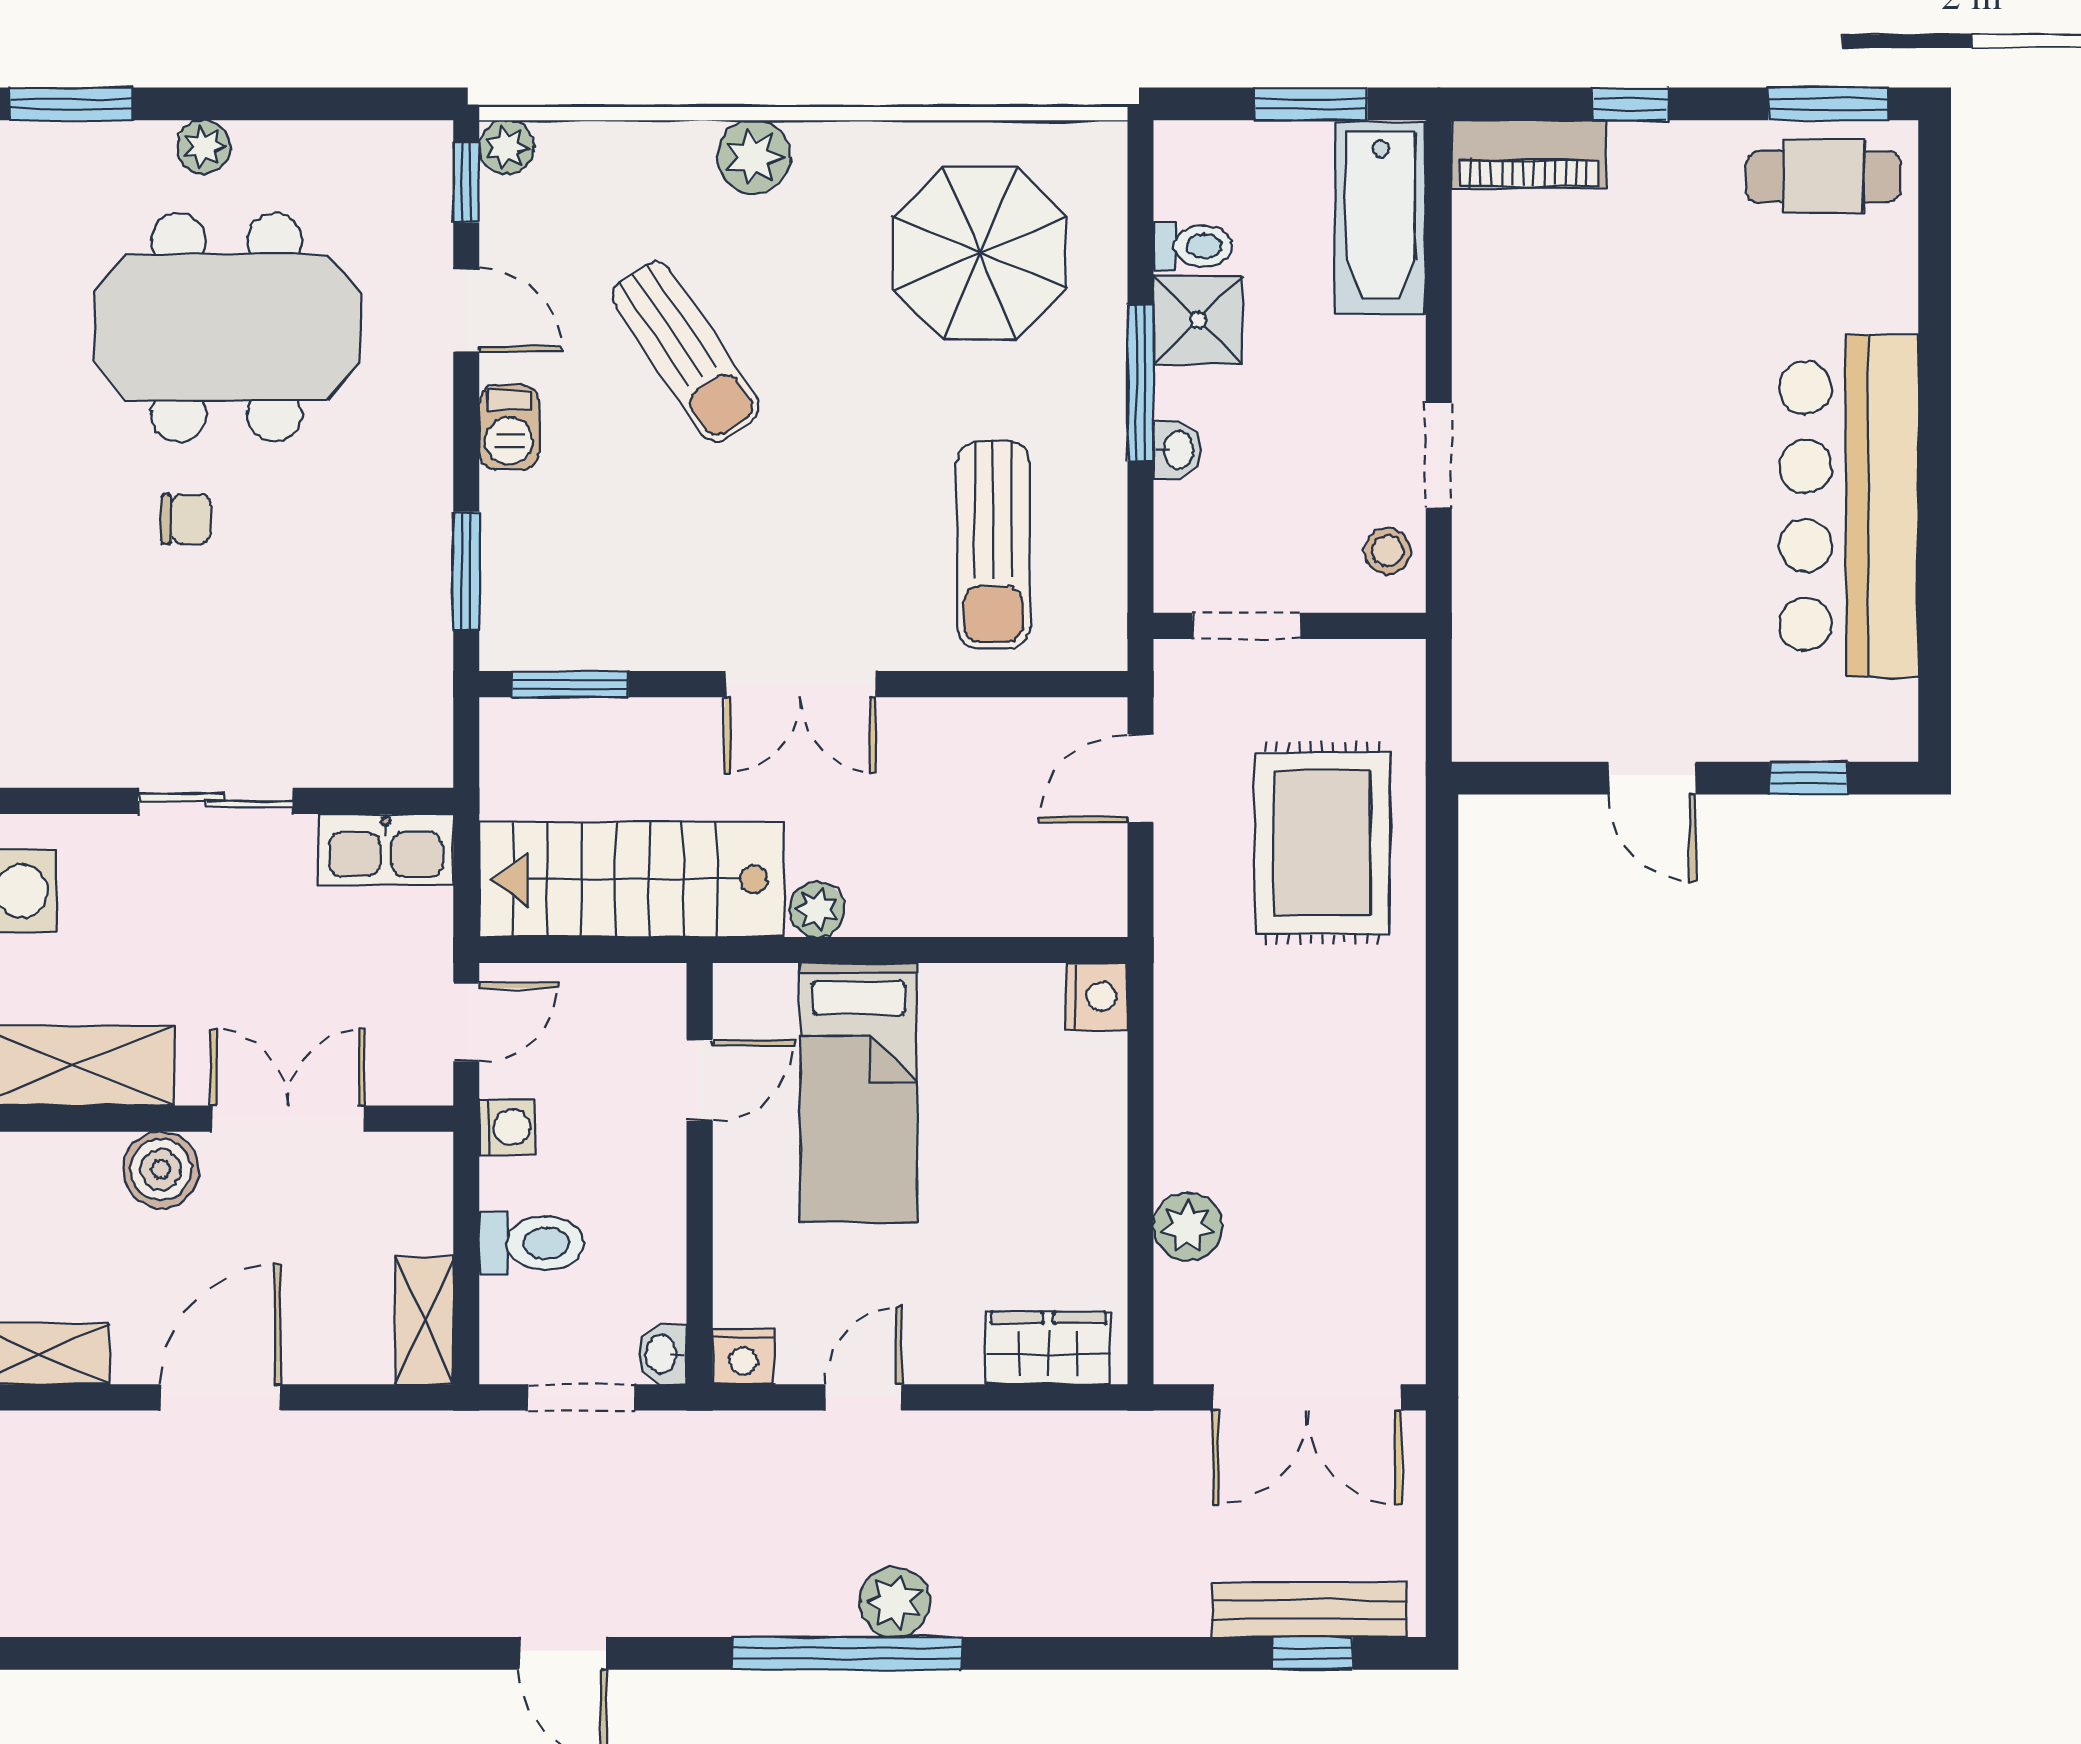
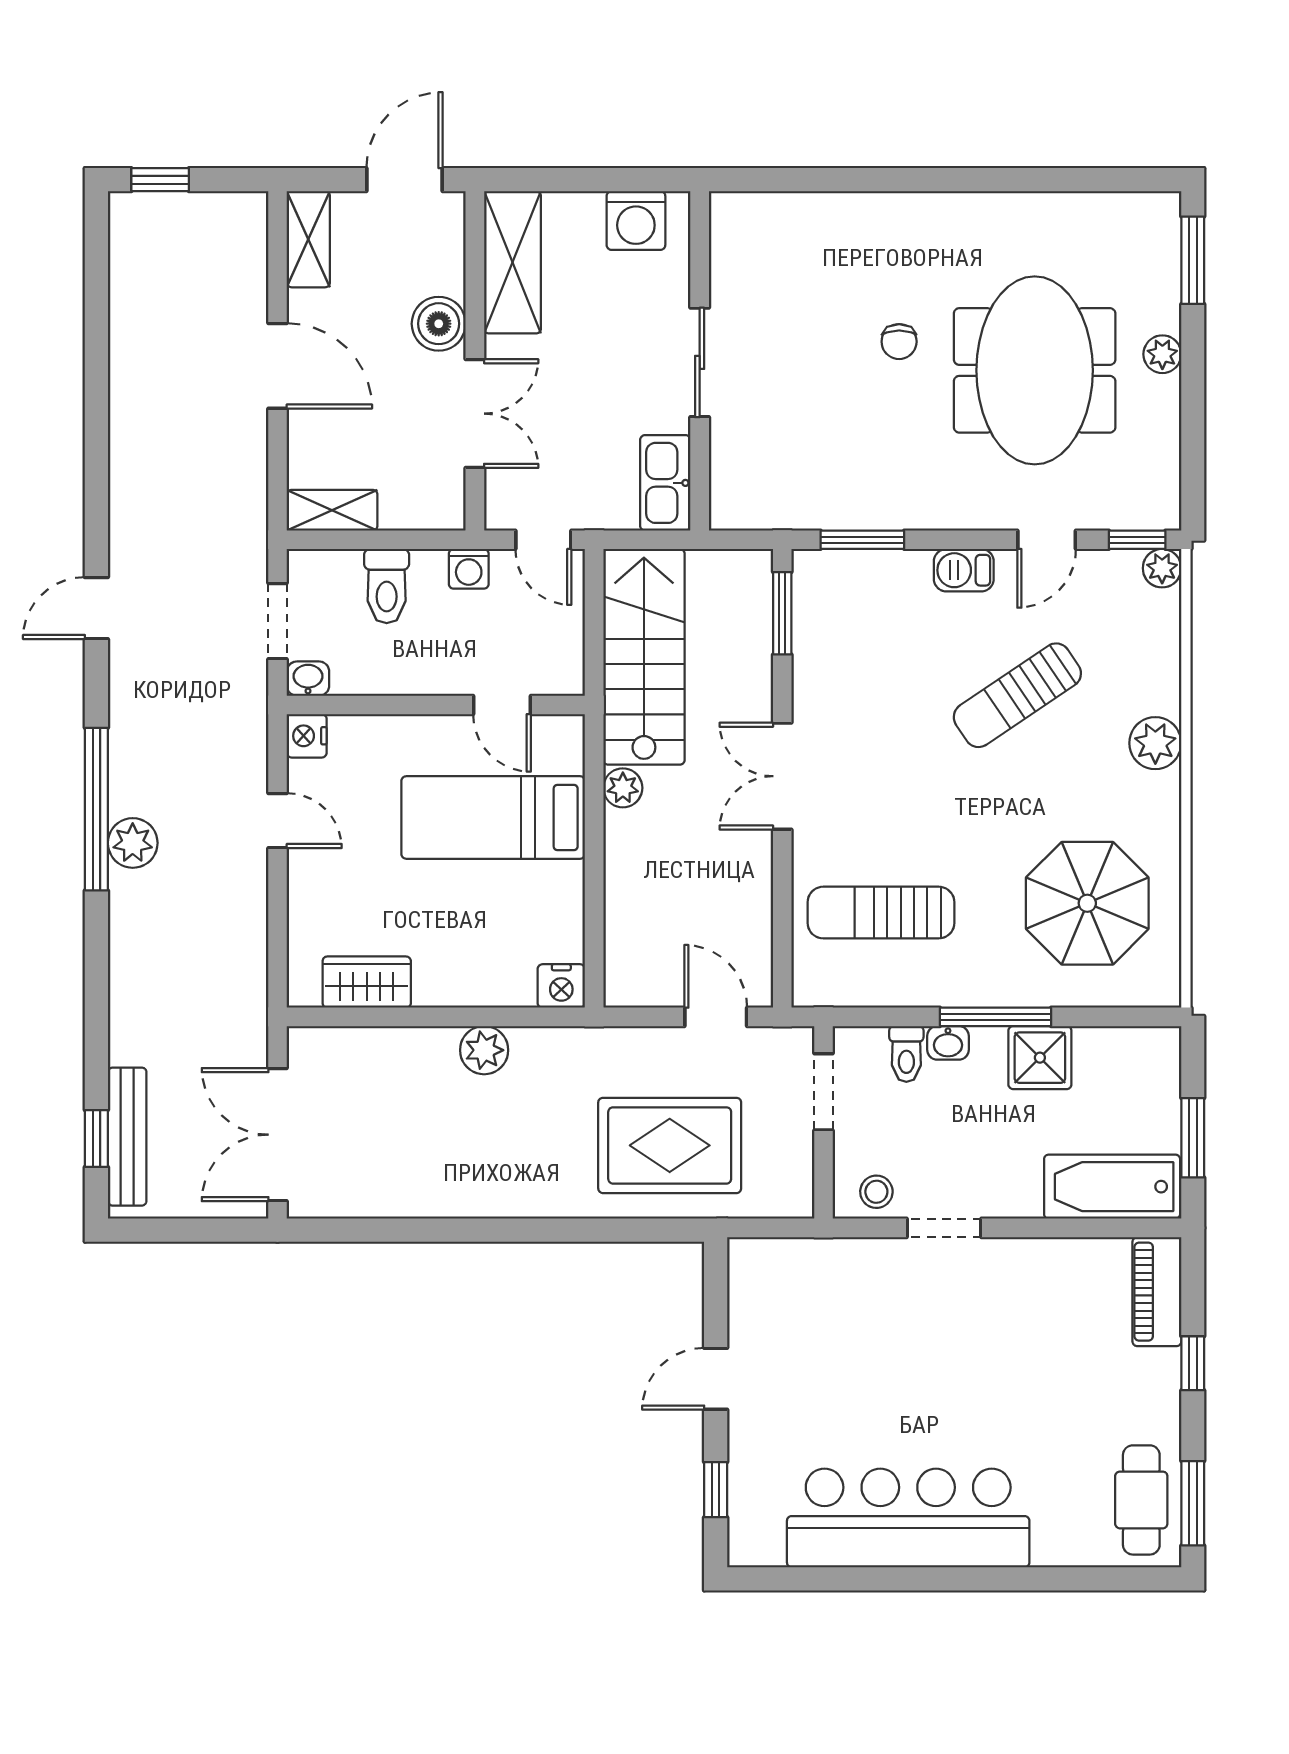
toilet: (1193, 246) -> (906, 1054), moved
plant: (1188, 1227) -> (484, 1050), moved
wardrobe: (1048, 1348) -> (367, 982), moved, turned -90

